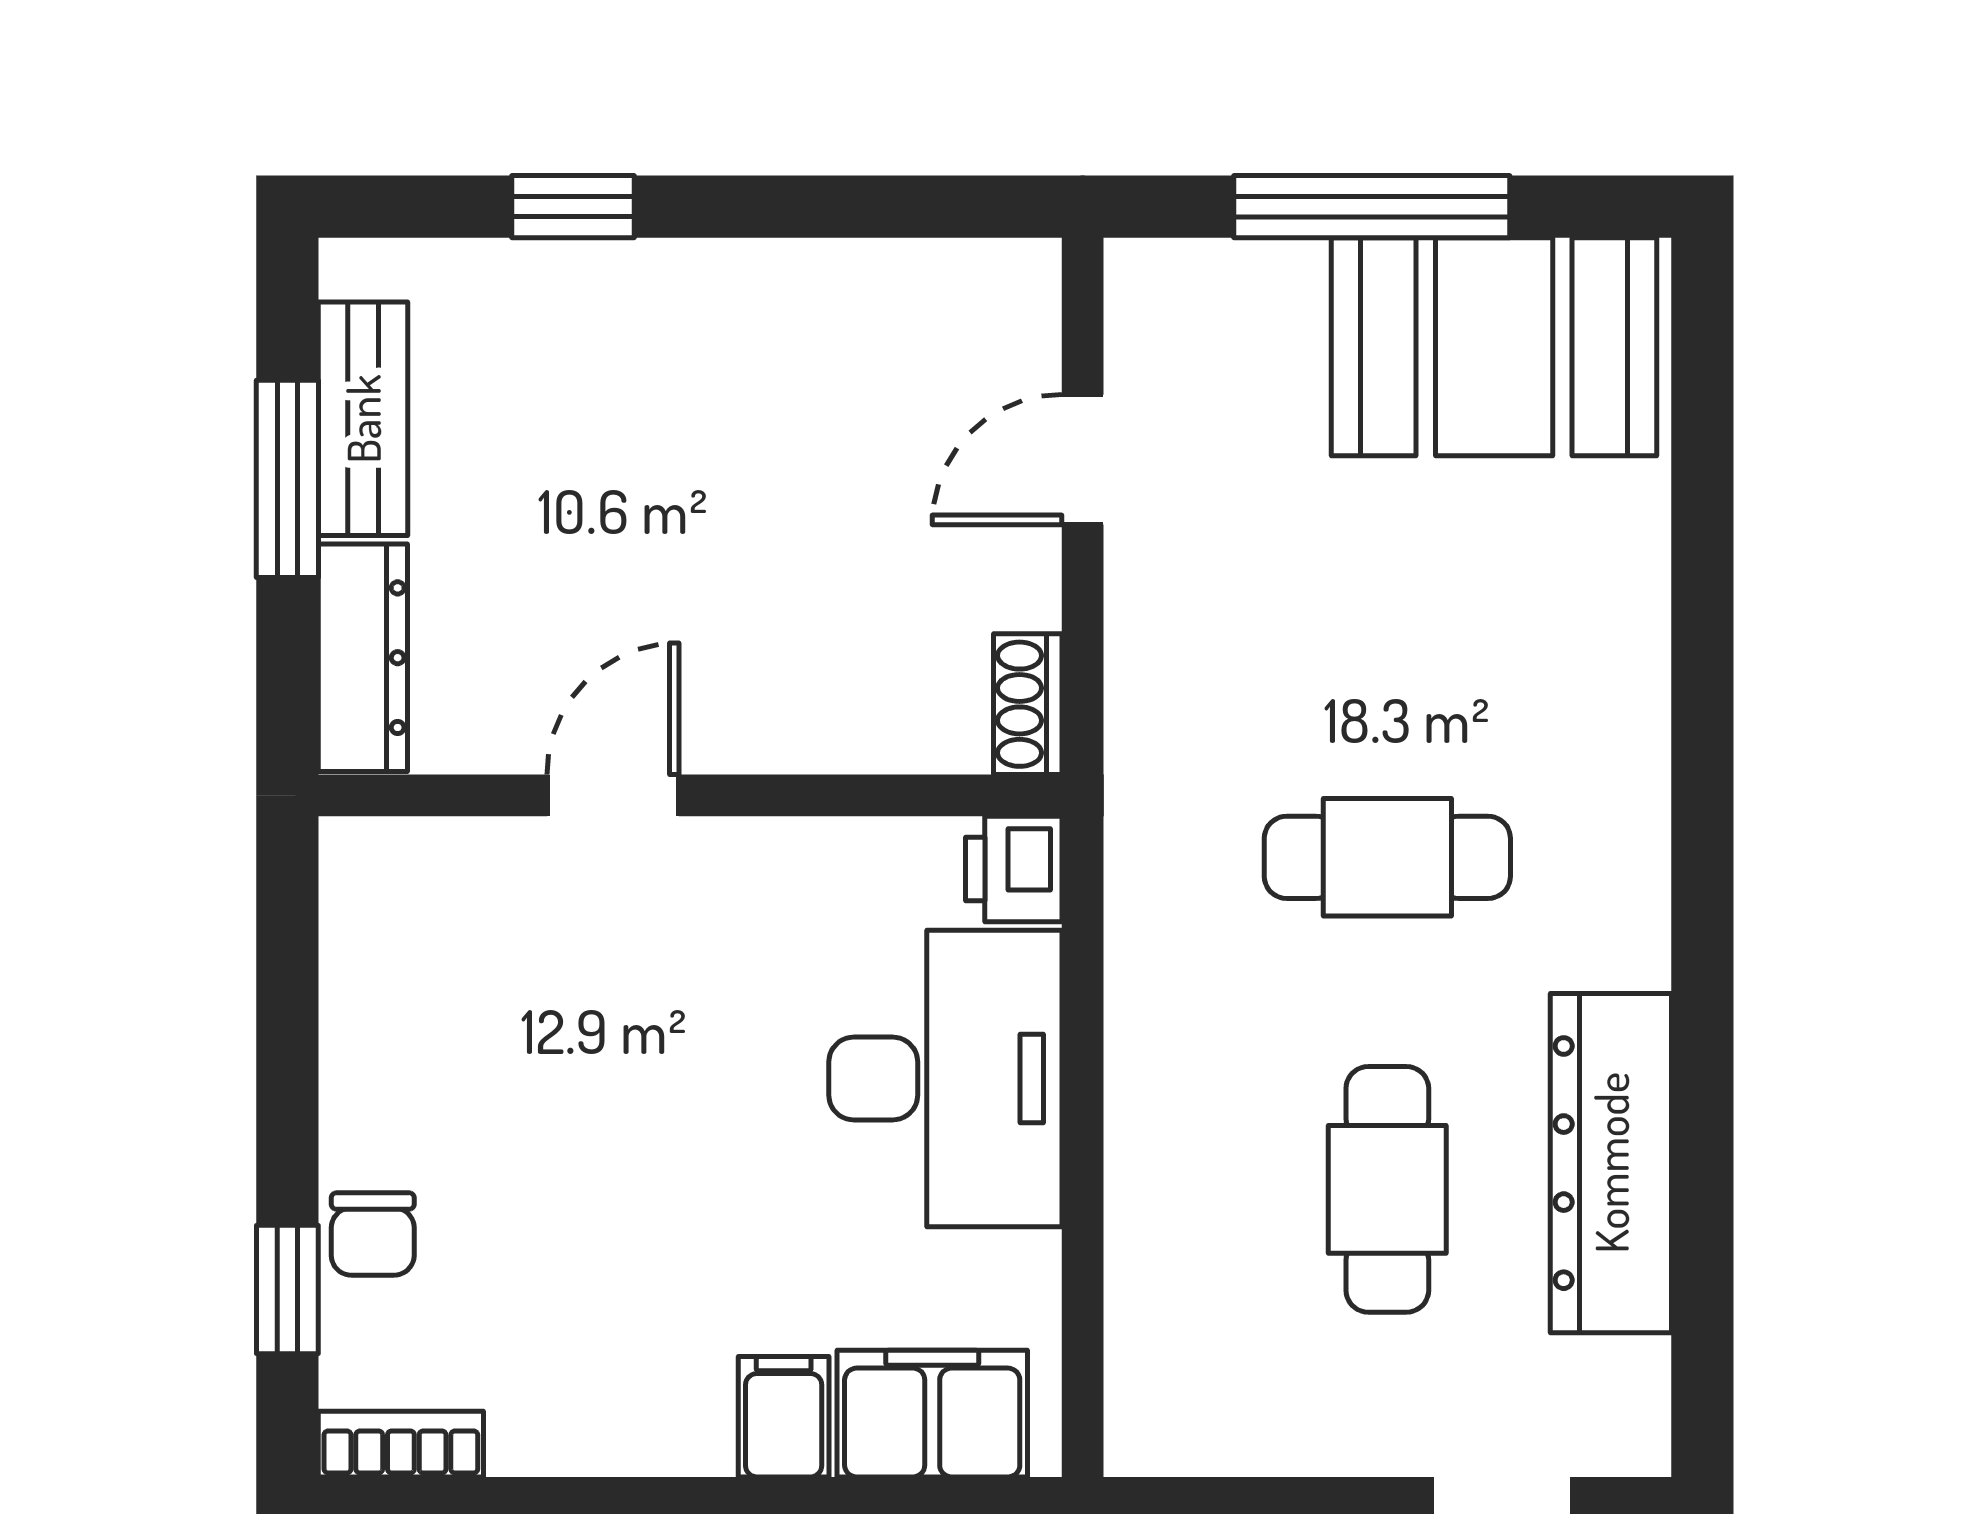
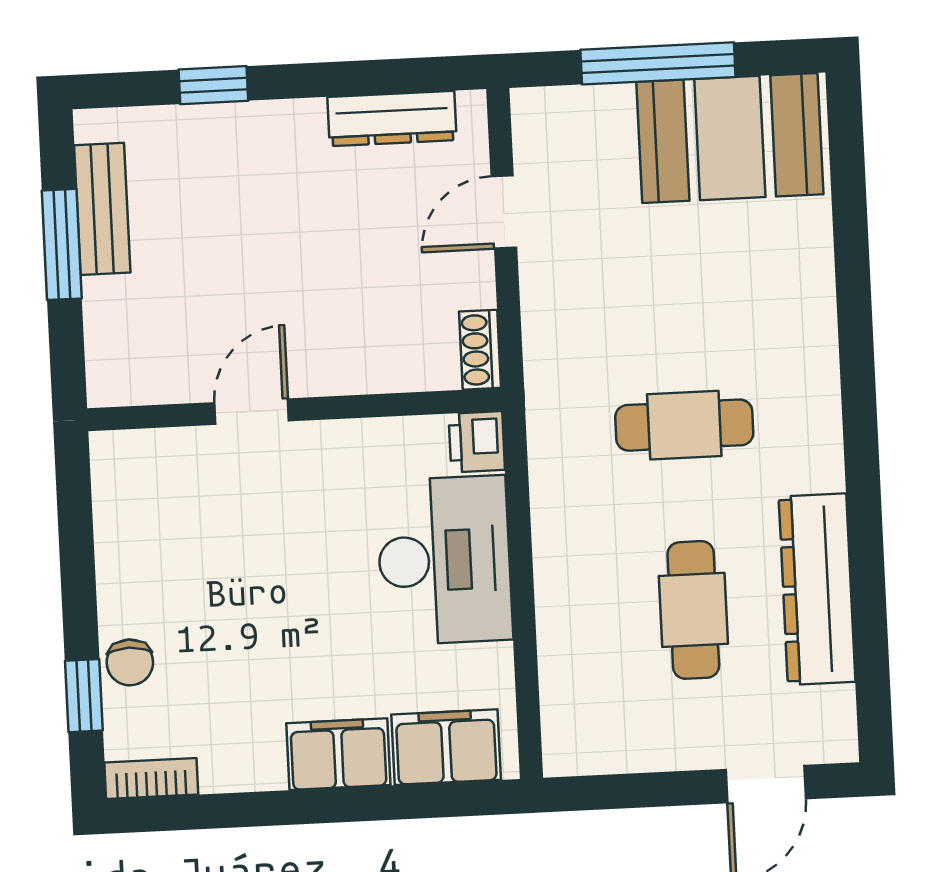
dresser: (363, 658) -> (392, 119), moved, turned 90
filing cabinet: (784, 1417) -> (338, 754), width x2.00

